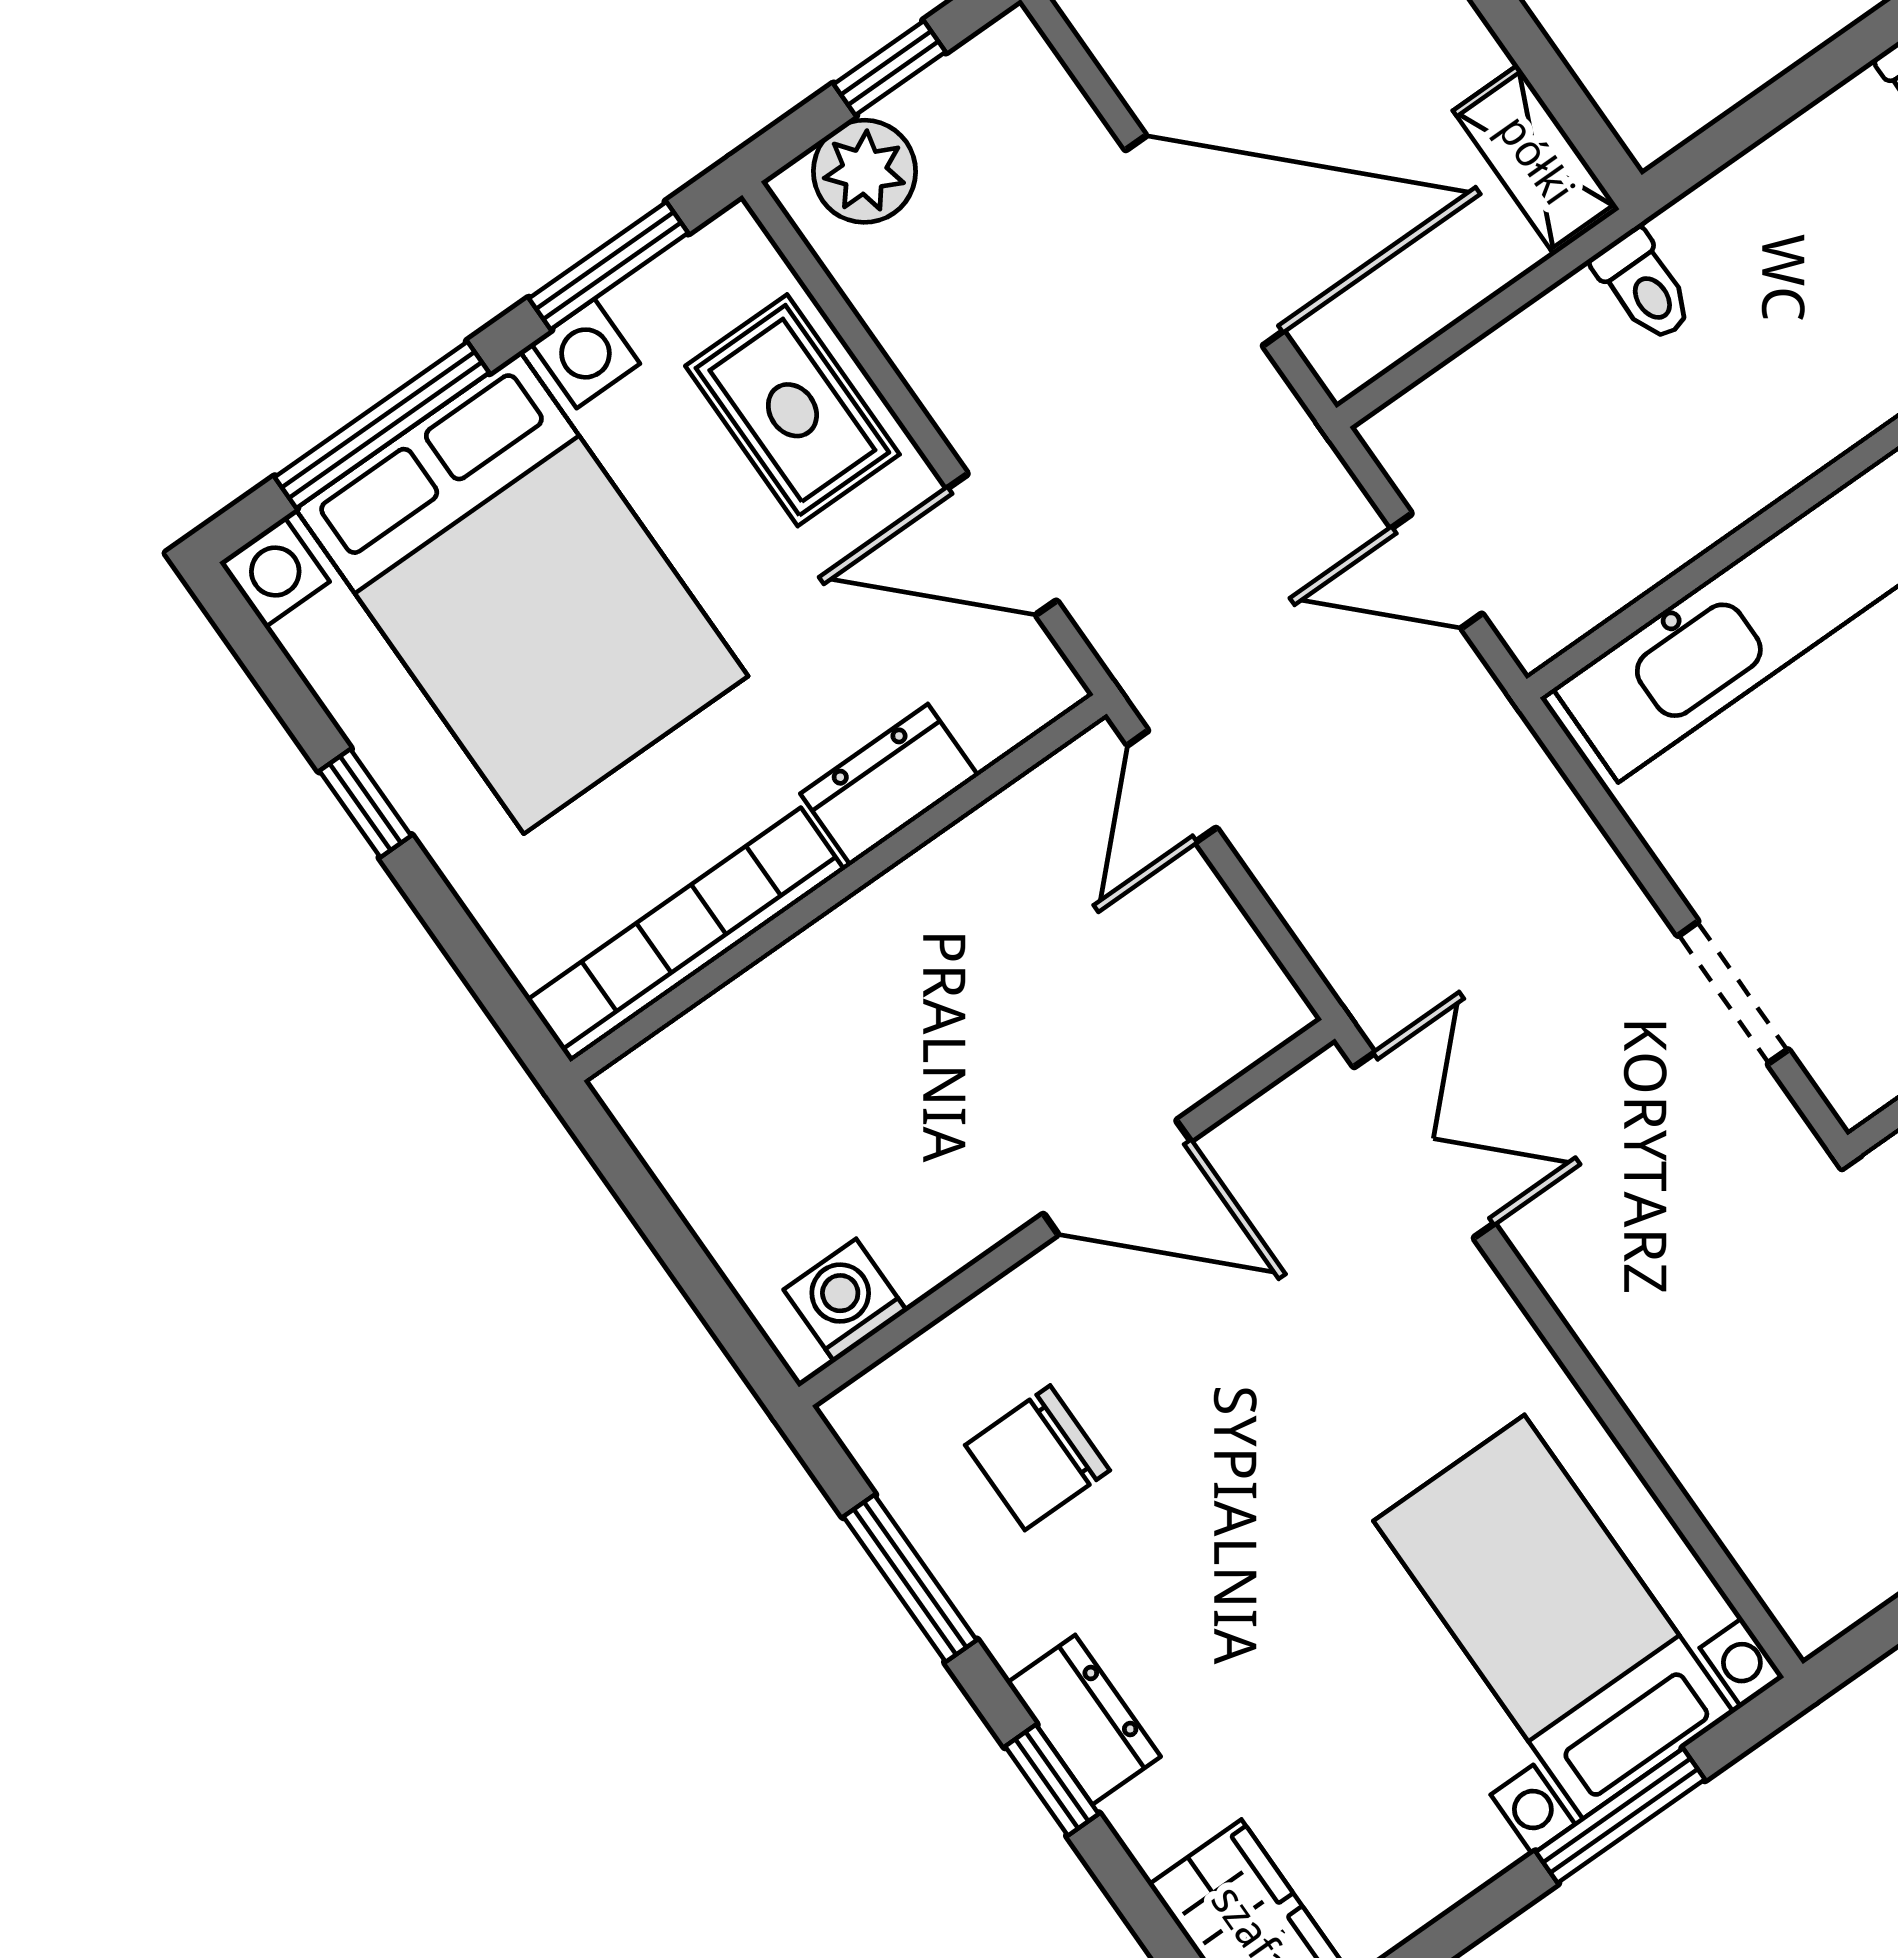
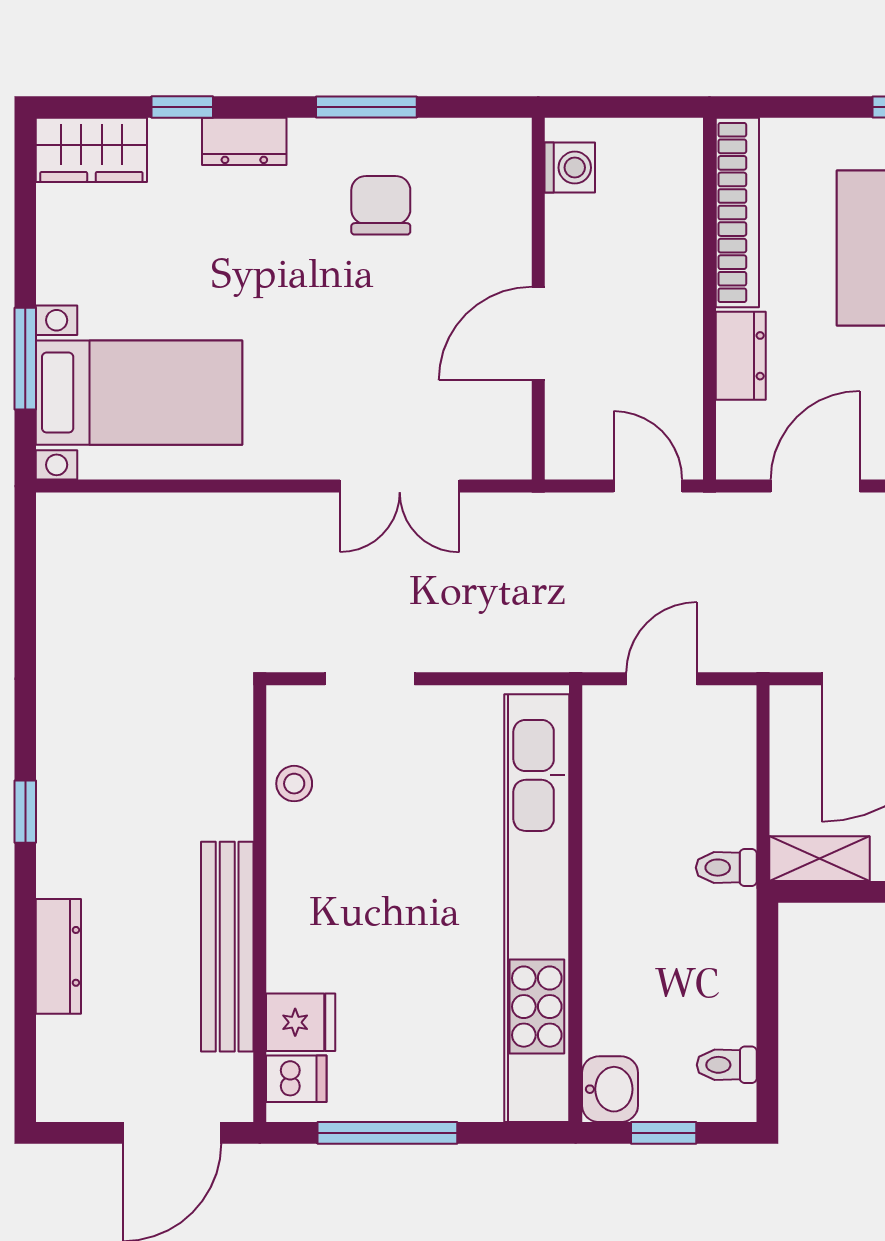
door: (1117, 1177) -> (538, 333), moved
wall: (1067, 1213) -> (538, 299), moved
washing machine: (845, 1300) -> (570, 168), moved
window: (1052, 1780) -> (182, 107), moved

